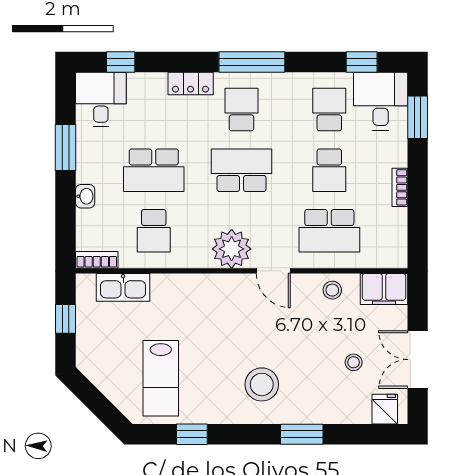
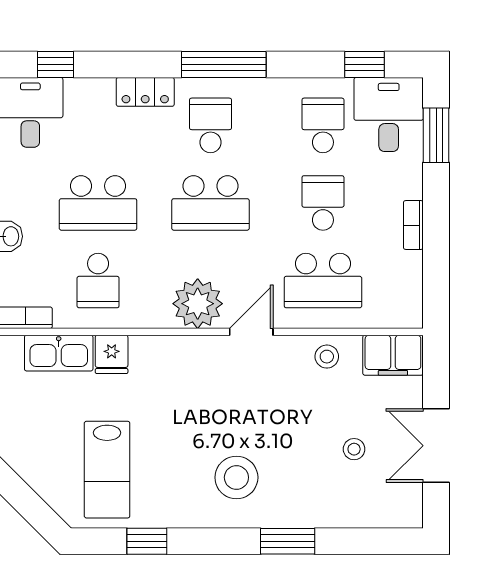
school desk: (242, 170) -> (210, 203), turned 180
school desk: (329, 170) -> (323, 203), turned 180
door: (273, 271) -> (251, 332), swing flipped
fridge: (385, 409) -> (112, 354), moved, turned 180

